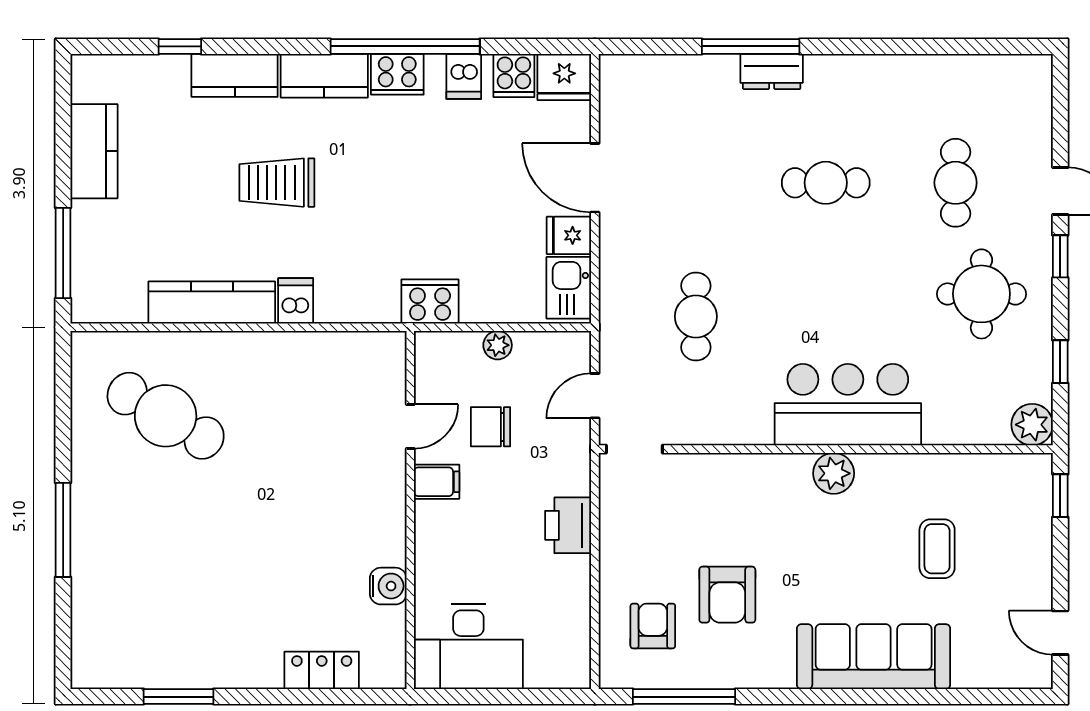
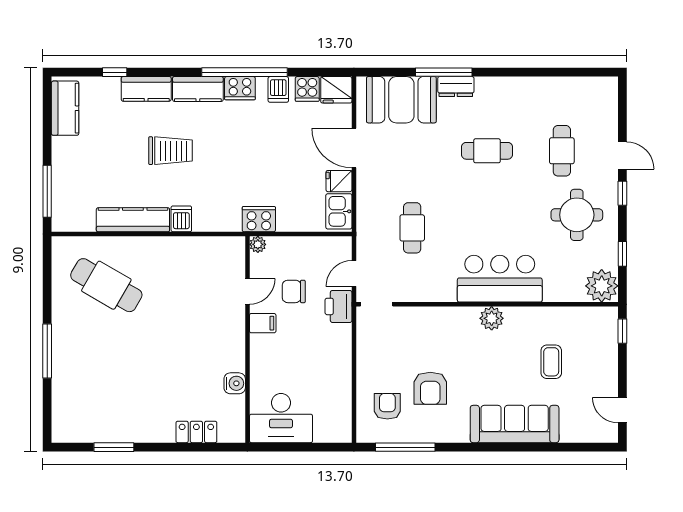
booth: (677, 94) -> (401, 100), added
kitchen counter: (94, 151) -> (65, 108), moved
trolley: (277, 183) -> (171, 151), turned 180
plant: (498, 345) -> (258, 244), moved
plant: (1032, 425) -> (602, 286), width x1.36, depth x1.36
printer: (568, 525) -> (338, 306), moved

